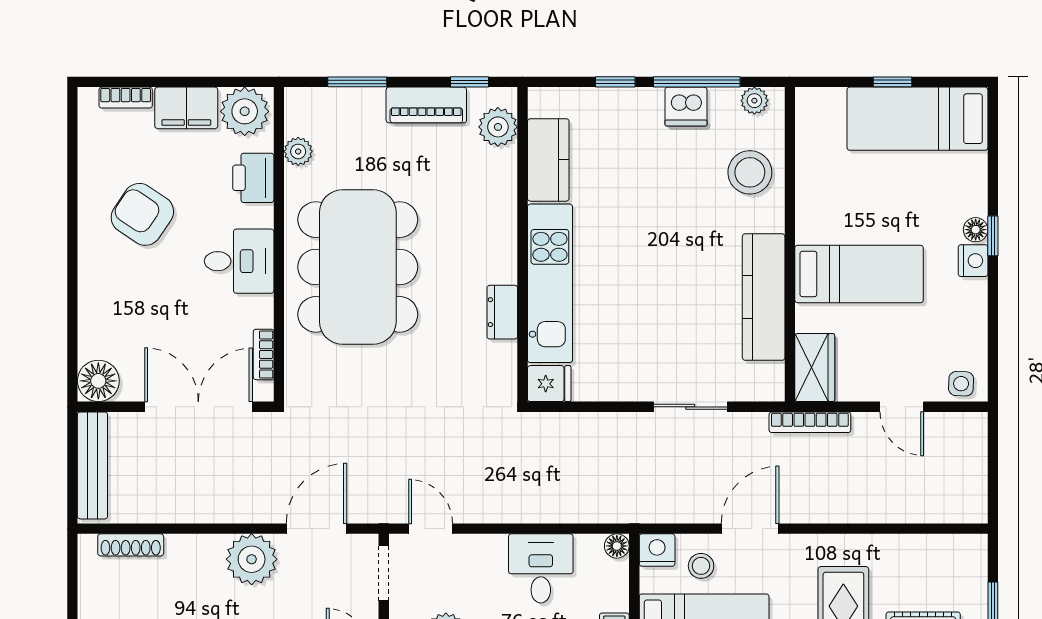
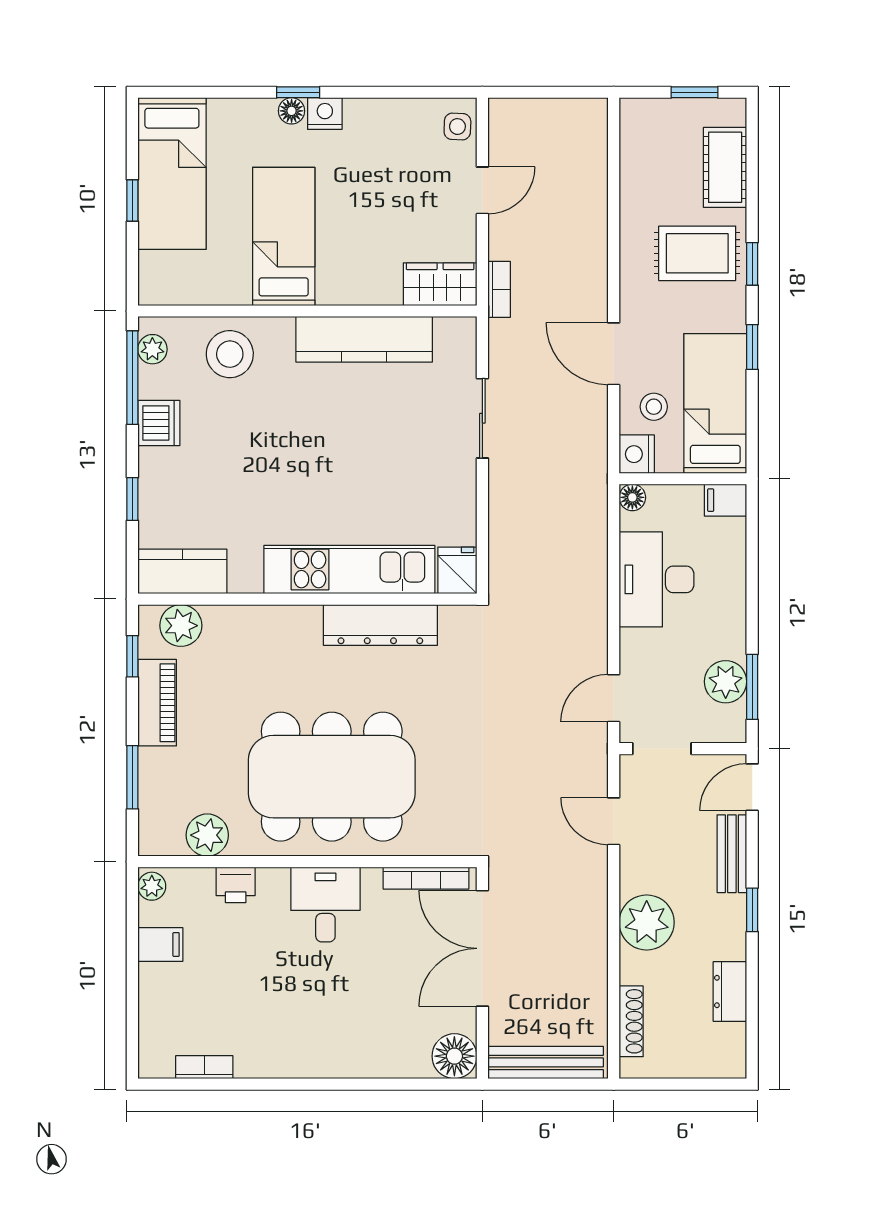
window: (697, 82) -> (132, 378), moved
bookcase: (126, 98) -> (204, 1067), moved, turned -90
filing cabinet: (186, 108) -> (160, 944), width x0.50
plant: (245, 111) -> (152, 886), width x0.53, depth x0.53
plant: (298, 151) -> (207, 835), width x1.38, depth x1.38
kitchen counter: (548, 160) -> (182, 571), moved
printer: (253, 178) -> (236, 885), width x0.73, depth x0.81
armchair: (142, 214) -> (275, 1009), removed
bed: (859, 274) -> (284, 236), moved
dresser: (502, 312) -> (380, 625), width x1.96, depth x1.24
bookcase: (264, 354) -> (426, 878), width x1.56
bookcase: (810, 422) -> (499, 289), width x0.64
door: (316, 529) -> (614, 821), width x0.73
plant: (252, 559) -> (647, 922), moved
desk: (541, 568) -> (656, 579), width x1.37

